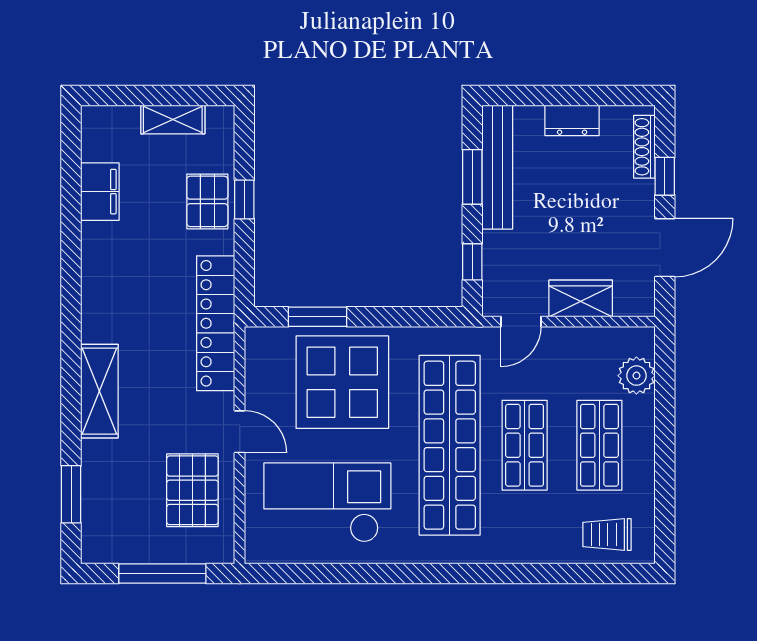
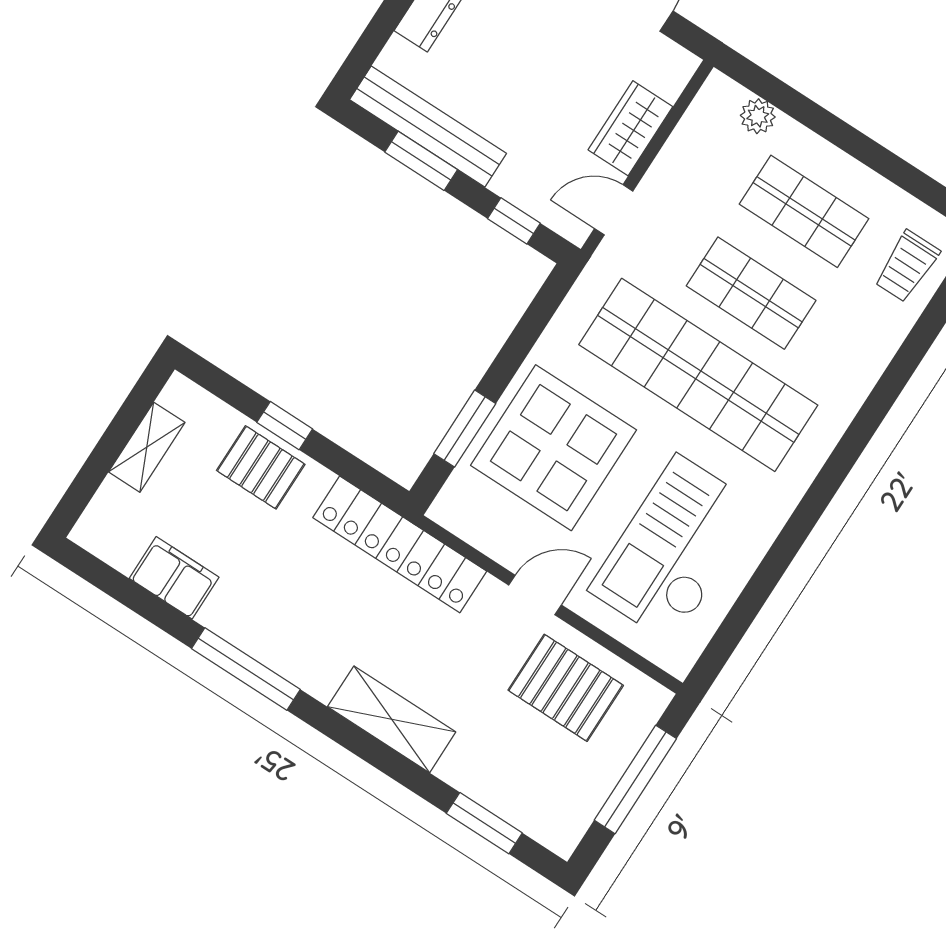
window: (71, 276) -> (246, 669), added
door: (521, 322) -> (614, 210), swing flipped
plant: (636, 376) -> (758, 116), width x0.73, depth x0.73

